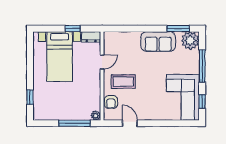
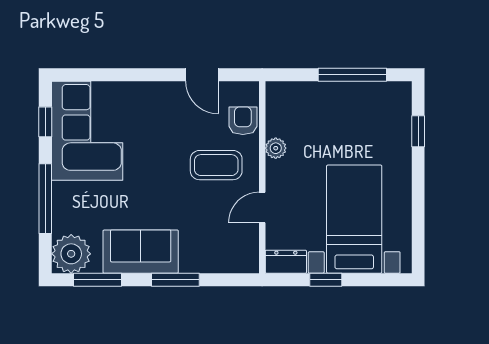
window: (142, 29) -> (175, 280), added
plant: (96, 115) -> (276, 148), moved
window: (75, 123) -> (352, 75), moved

